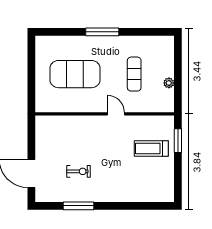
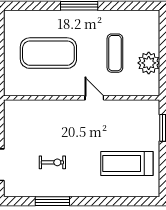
plant: (169, 83) -> (149, 63), width x1.88, depth x1.88
treadmill: (151, 149) -> (127, 164), moved, width x1.37, depth x1.38

